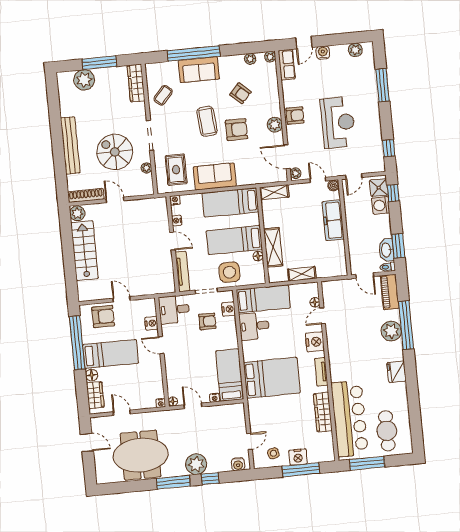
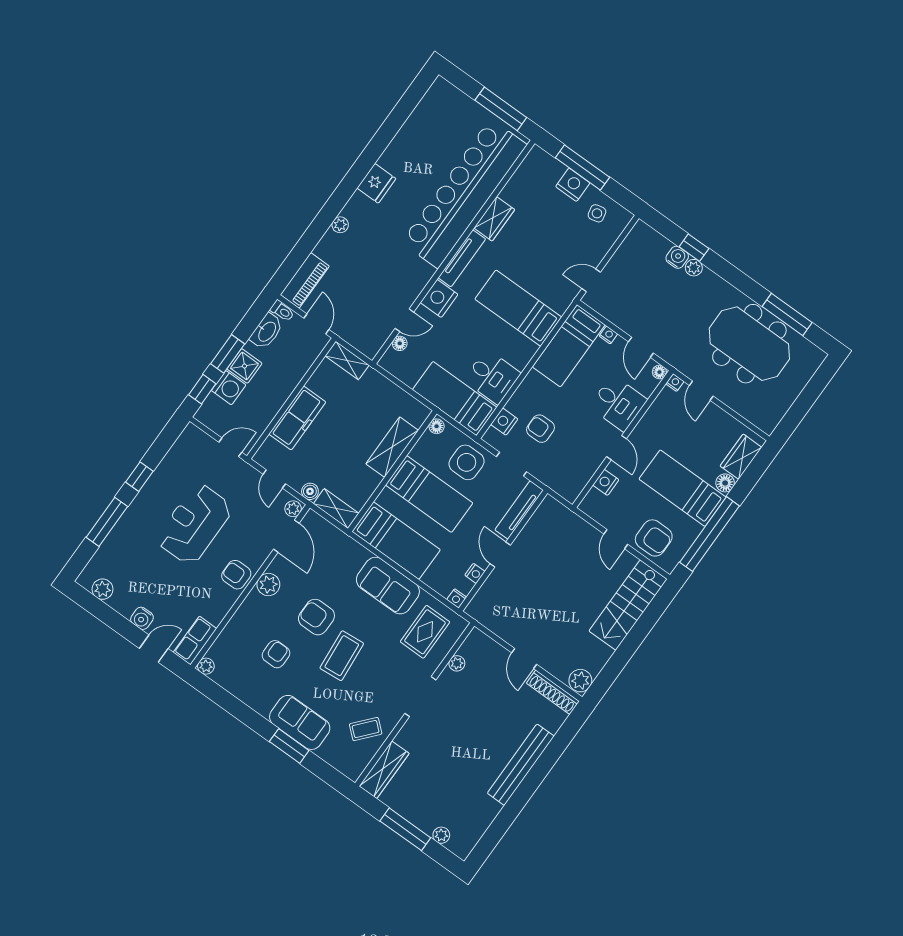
window: (194, 53) -> (289, 746), width x0.47
plant: (250, 59) -> (231, 684), removed
plant: (84, 80) -> (441, 835), width x0.53, depth x0.53
armchair: (240, 93) -> (276, 654), turned 48
window: (389, 148) -> (139, 477), moved
spiral stairs: (115, 152) -> (477, 713), removed
boiler: (333, 185) -> (310, 491), moved
shower: (379, 188) -> (244, 366), moved
window: (398, 246) -> (228, 354), moved
stairs: (84, 251) -> (628, 605), moved
floor lamp: (258, 256) -> (437, 426), moved
shelving: (302, 274) -> (347, 360), moved
desk: (174, 309) -> (618, 403), moved
armchair: (103, 316) -> (654, 538), turned 180
window: (406, 325) -> (319, 227), removed
plant: (391, 331) -> (340, 225), width x0.53, depth x0.53
tv unit: (321, 372) -> (462, 258), width x1.41
bed: (272, 378) -> (518, 308), width x0.67
wardrobe: (323, 412) -> (494, 219), width x0.67
door: (122, 413) -> (701, 391), moved
bar counter: (350, 419) -> (464, 194), width x1.36
cafe table: (387, 431) -> (446, 126), removed
door: (249, 441) -> (591, 280), moved
door: (87, 442) -> (798, 411), removed
plant: (196, 464) -> (694, 268), width x0.53, depth x0.53
water cooler: (238, 464) -> (677, 257), moved
window: (173, 482) -> (787, 315), moved

